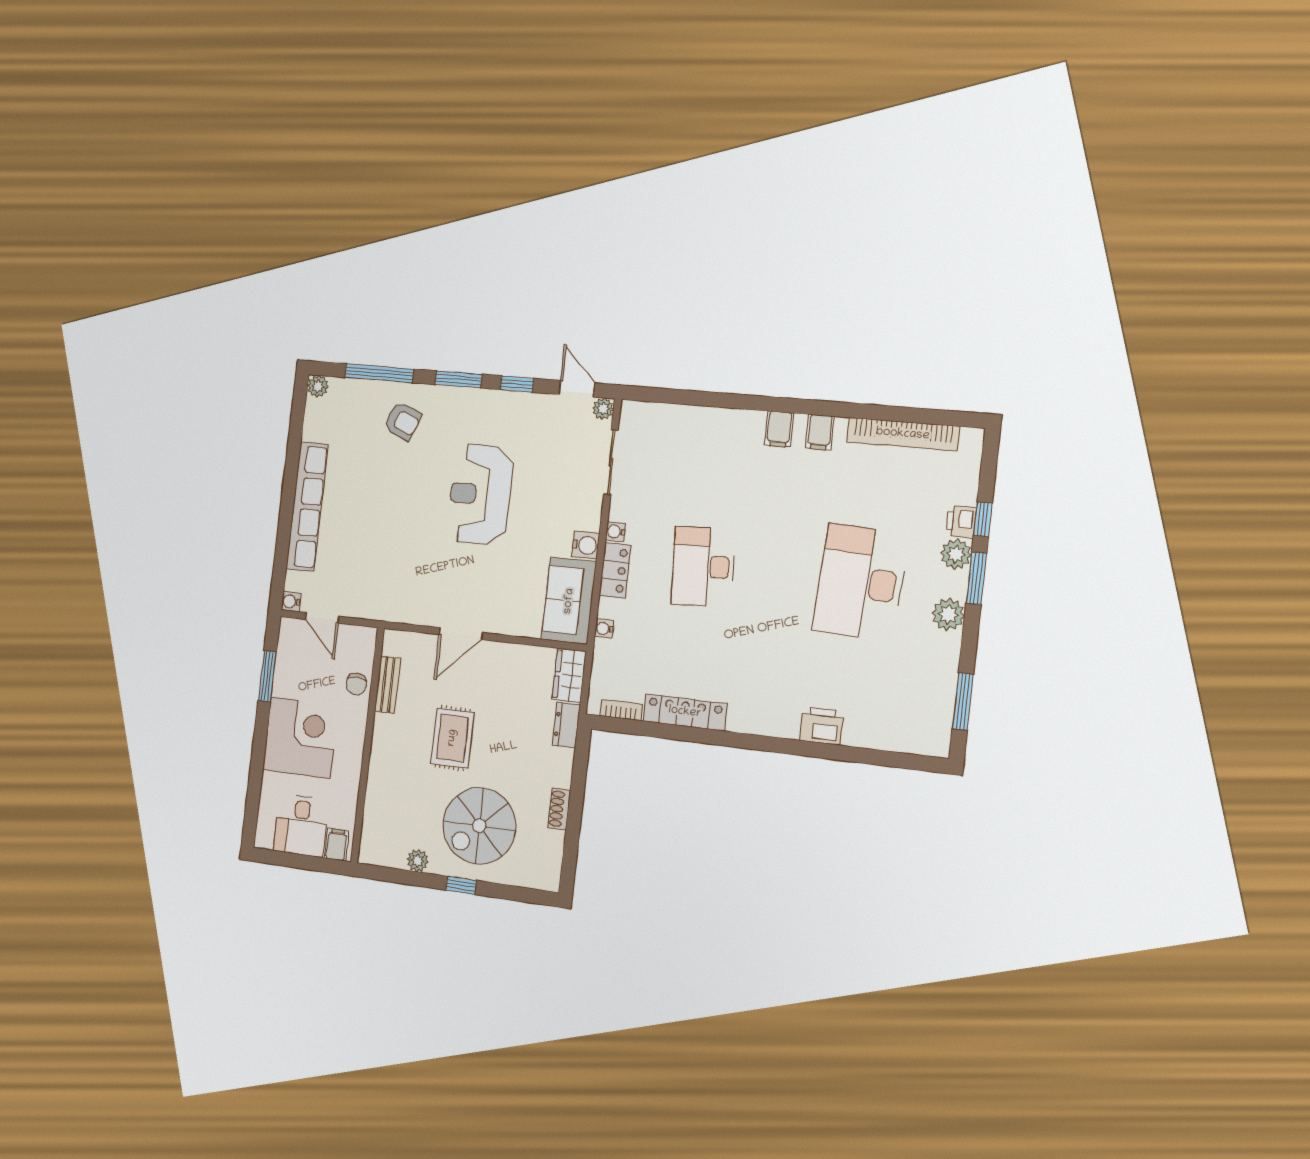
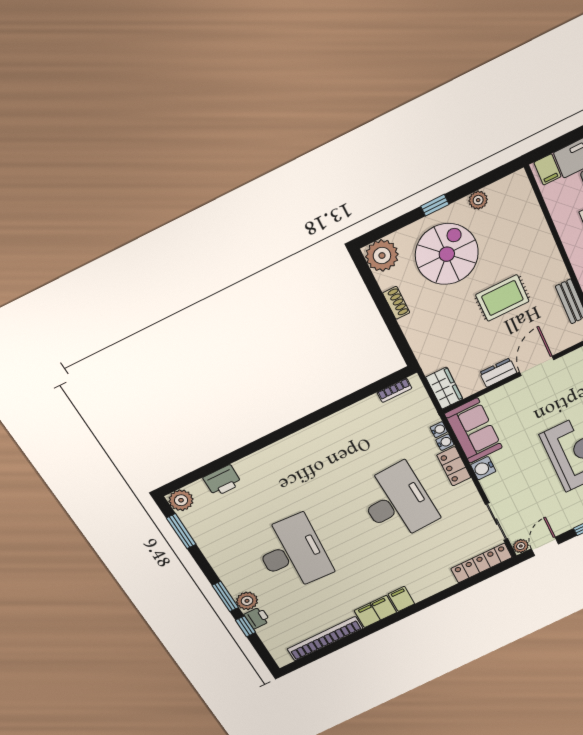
door: (577, 389) -> (545, 546), swing flipped
filing cabinet: (820, 432) -> (375, 611), width x2.00
water cooler: (615, 532) -> (445, 442), moved
desk: (703, 567) -> (397, 503), width x1.36, depth x1.30
plant: (948, 614) -> (181, 500), moved
locker: (685, 712) -> (481, 563), moved, turned 180
dresser: (566, 725) -> (498, 373), moved, turned -90
printer: (822, 726) -> (222, 481), moved
rug: (452, 738) -> (502, 298), turned 90
plant: (542, 870) -> (382, 256), added

